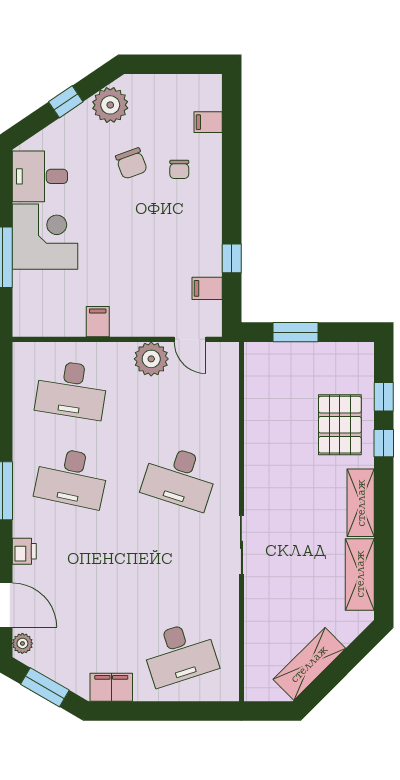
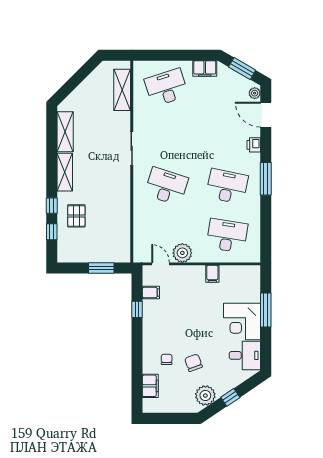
filing cabinet: (208, 122) -> (150, 386), width x2.00
pallet: (340, 425) -> (76, 216), width x0.67, depth x0.71
shelving: (309, 664) -> (122, 90), moved, turned -45

